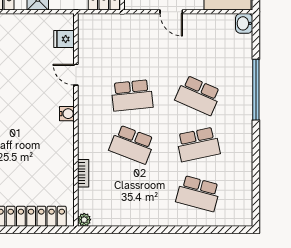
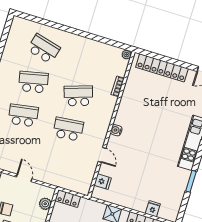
school desk: (198, 95) -> (23, 115), turned -33
school desk: (132, 144) -> (78, 96), turned -39

